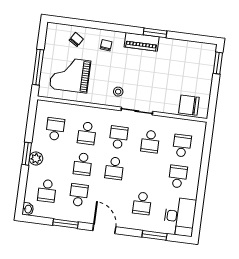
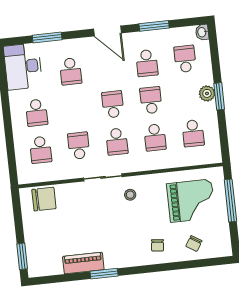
piano: (142, 42) -> (83, 263), moved
school desk: (87, 133) -> (155, 137), turned 180
school desk: (142, 203) -> (71, 71), turned 180

